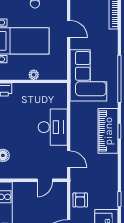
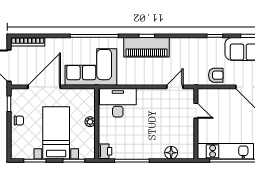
door: (69, 29) -> (44, 87), width x1.88
desk: (53, 127) -> (118, 103), moved

